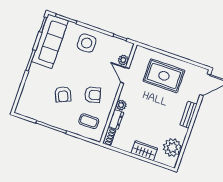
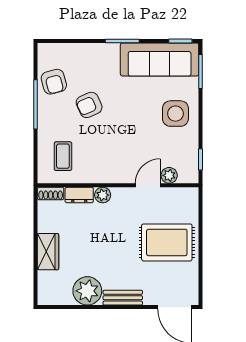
rug: (164, 76) -> (167, 242), turned 90
armchair: (93, 95) -> (54, 82), moved
plant: (172, 148) -> (87, 291), moved

